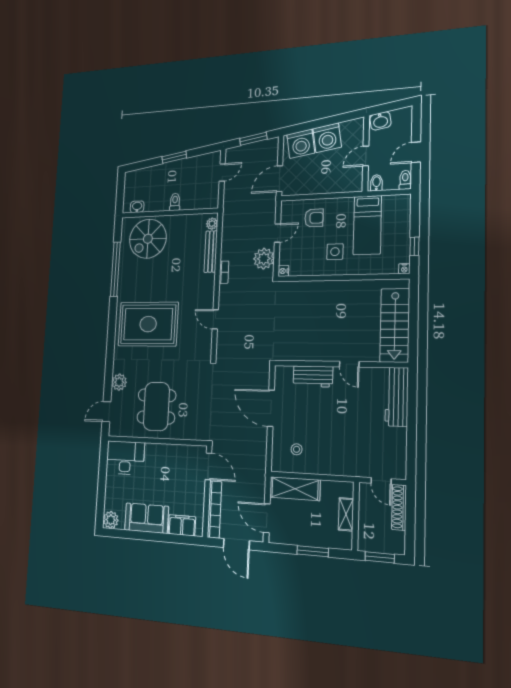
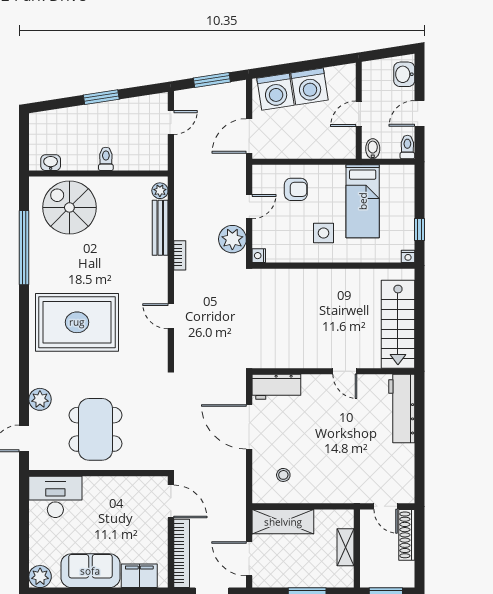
washbasin: (380, 121) -> (404, 74), moved, turned 99
spiral stairs: (148, 239) -> (69, 207), turned 90
workbench: (313, 376) -> (276, 387), moved

